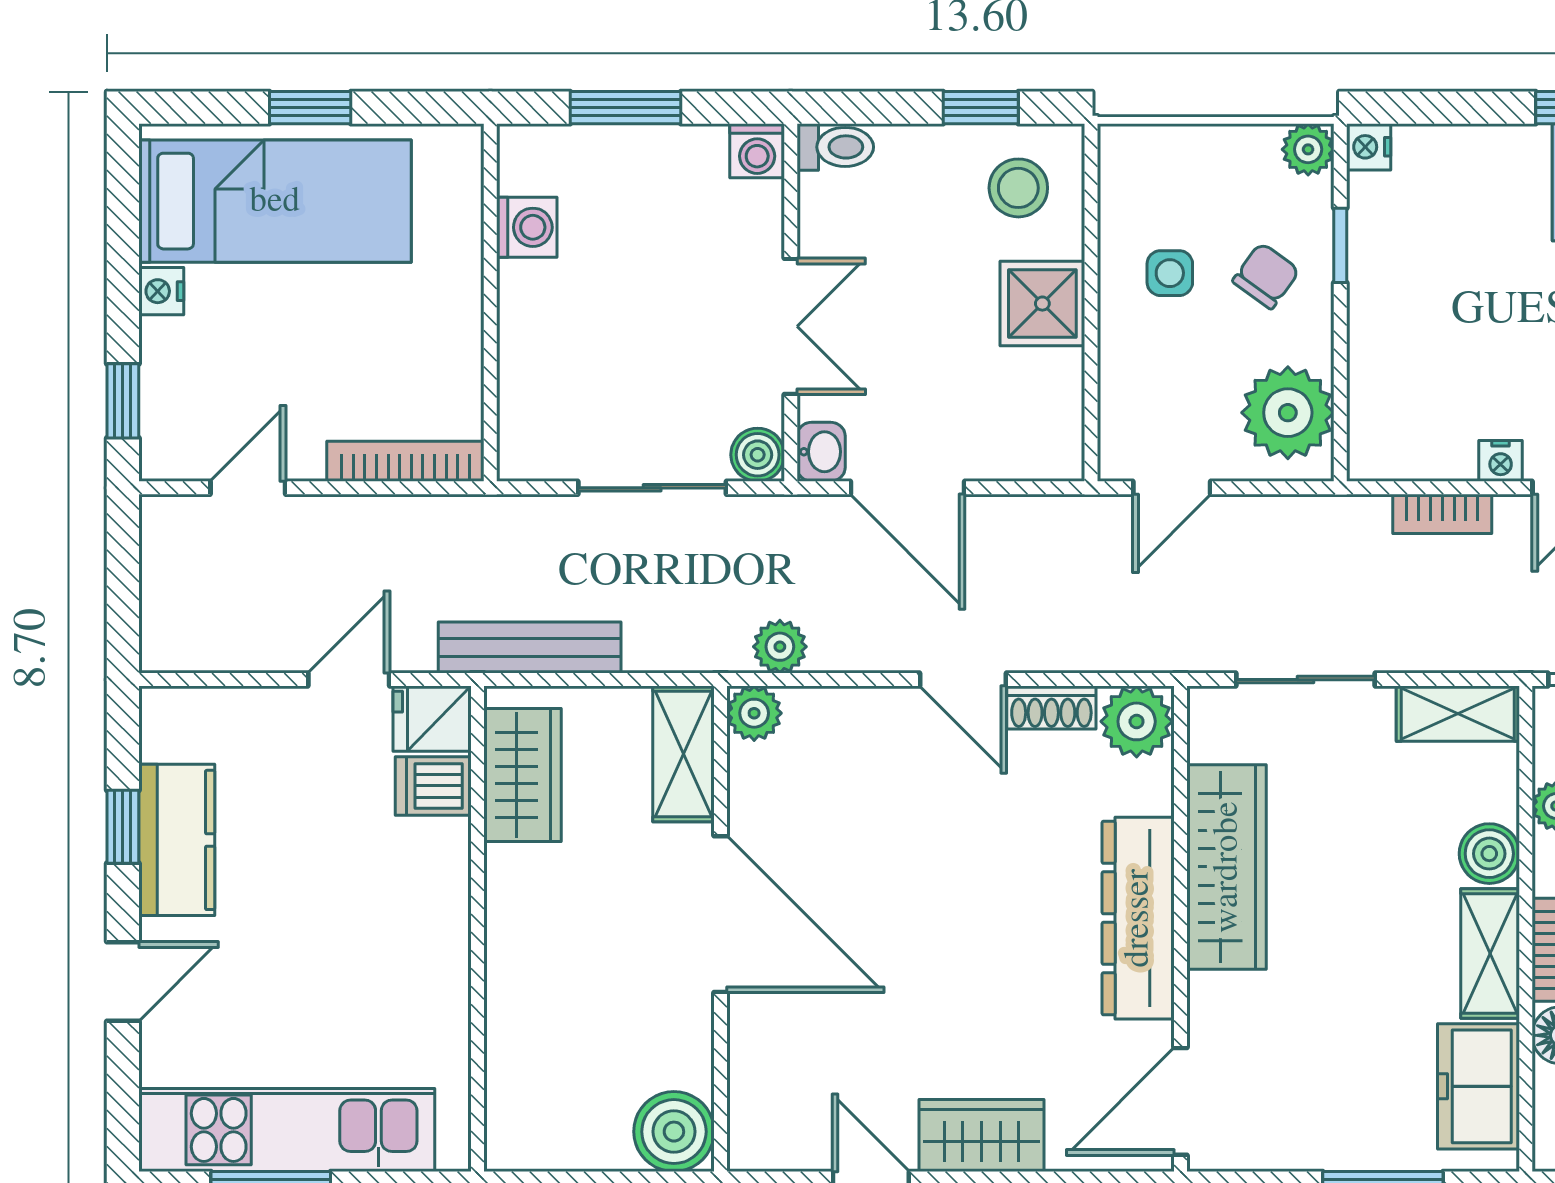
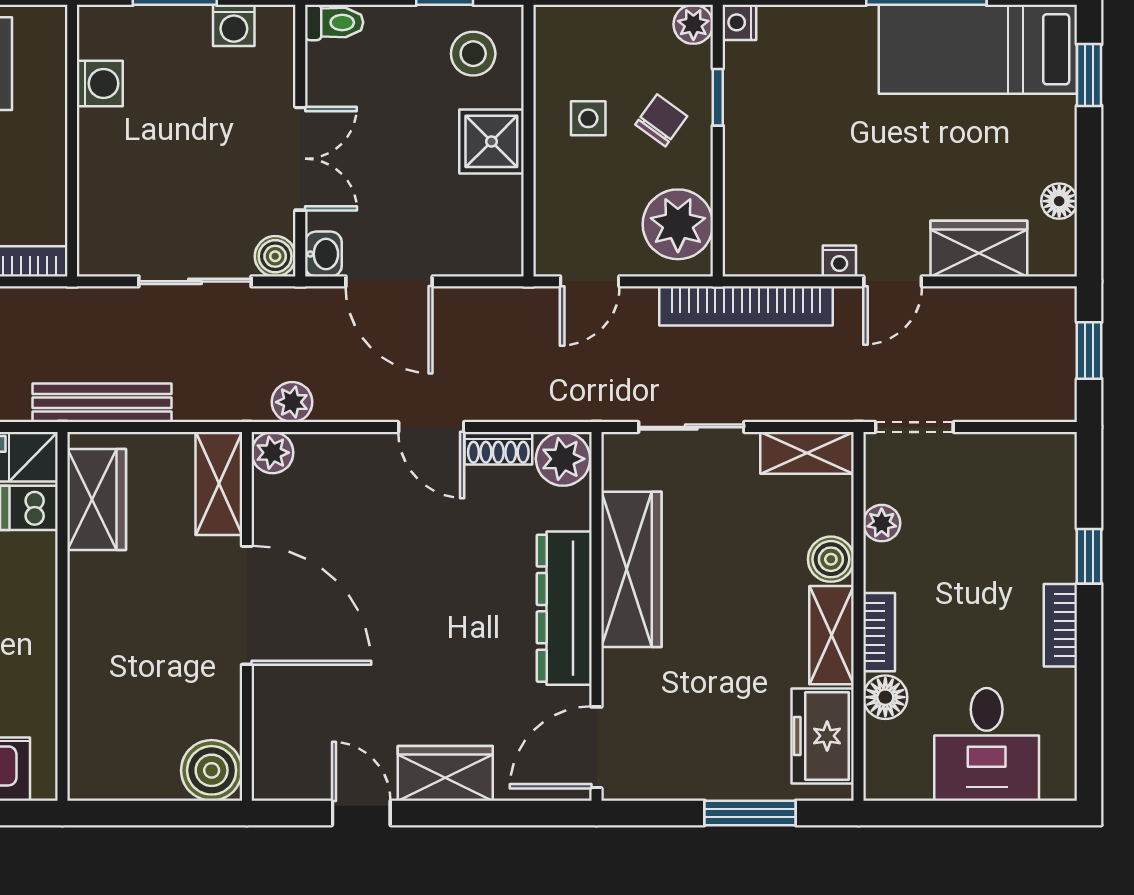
washing machine: (757, 151) -> (234, 25), moved
bookcase: (1442, 514) -> (746, 306), width x2.31, depth x1.31

